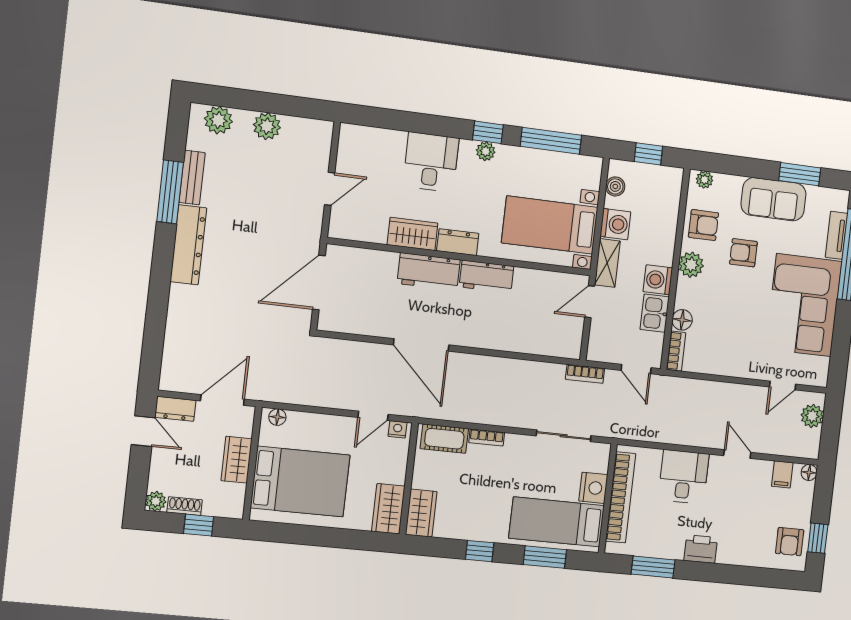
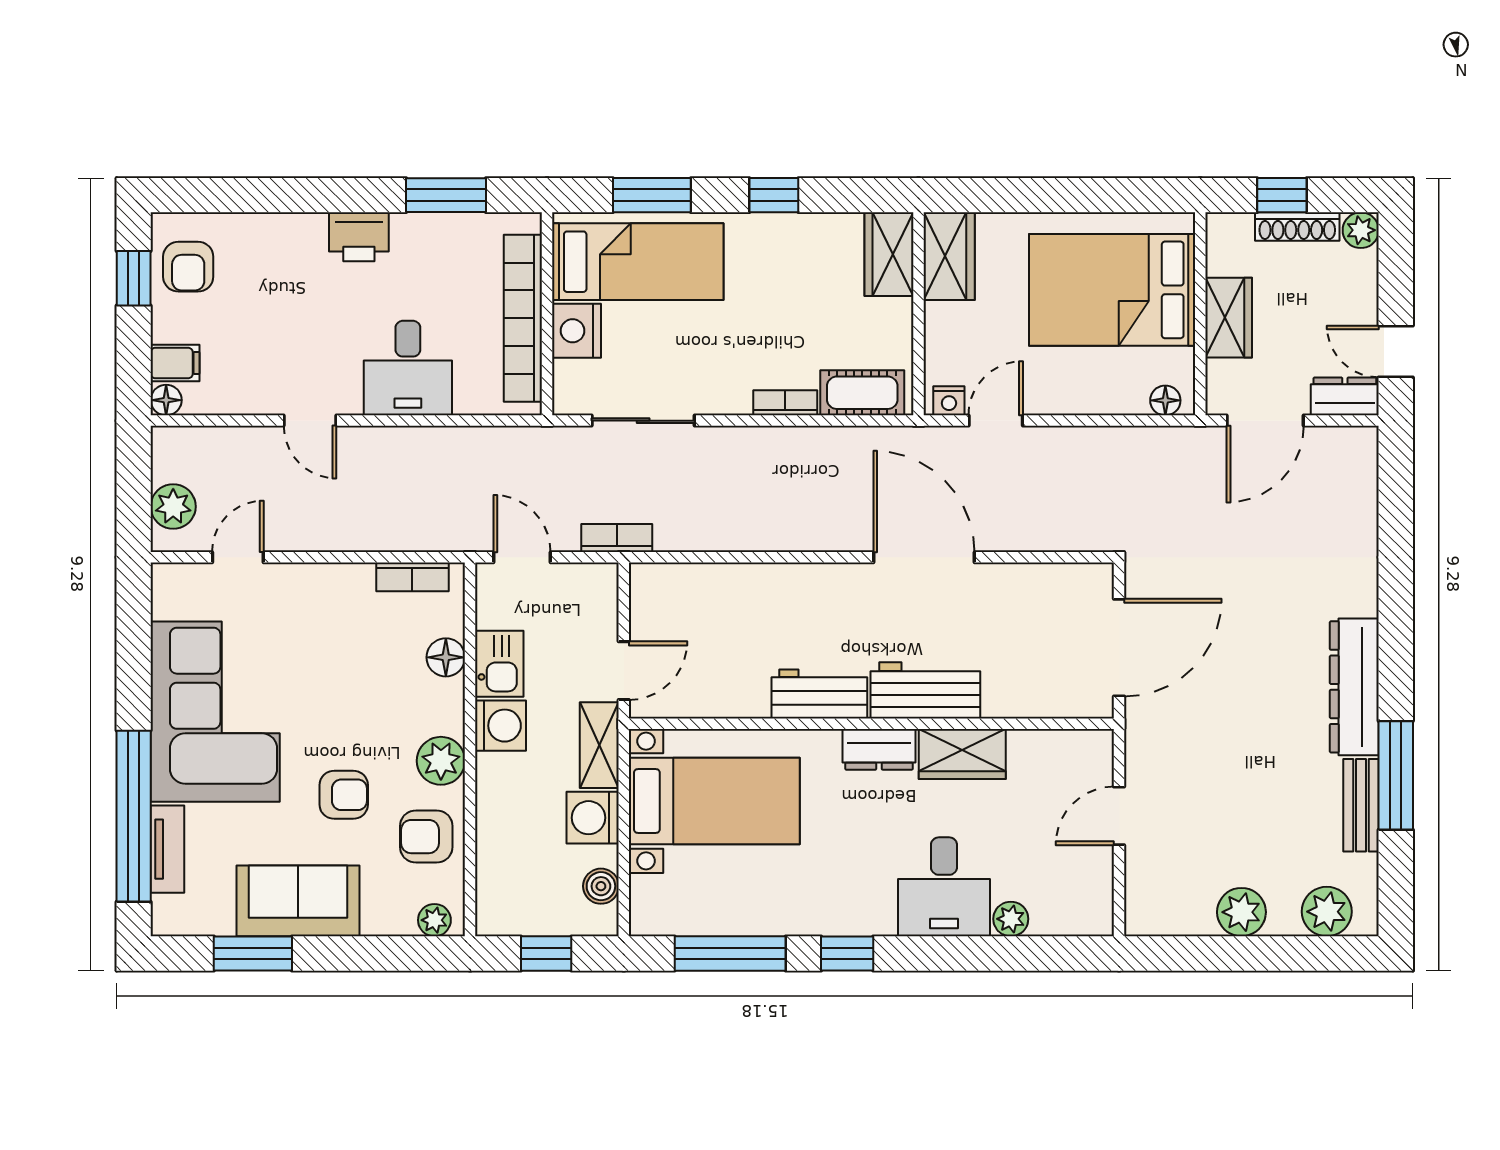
plant: (486, 151) -> (1011, 919), moved
bookcase: (676, 351) -> (412, 577), moved, turned -90
filing cabinet: (782, 474) -> (175, 363), moved, turned 90
shoe rack: (185, 506) -> (1297, 227), width x1.43
armchair: (790, 542) -> (188, 267), turned 180

